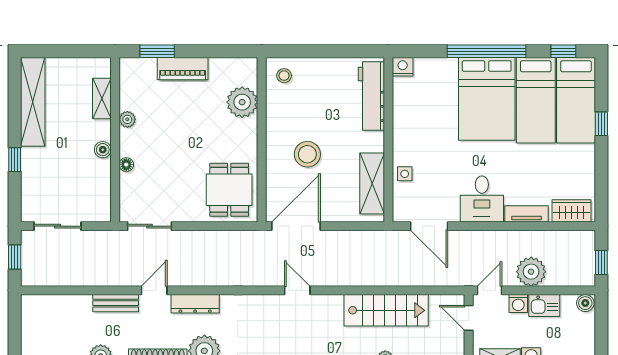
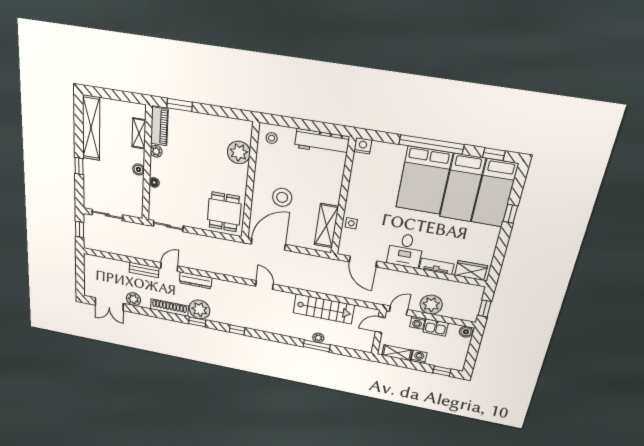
piano: (183, 69) -> (159, 126), moved, turned -90
workbench: (371, 96) -> (322, 142), moved, turned -90
door: (469, 318) -> (380, 325), hinge flipped

